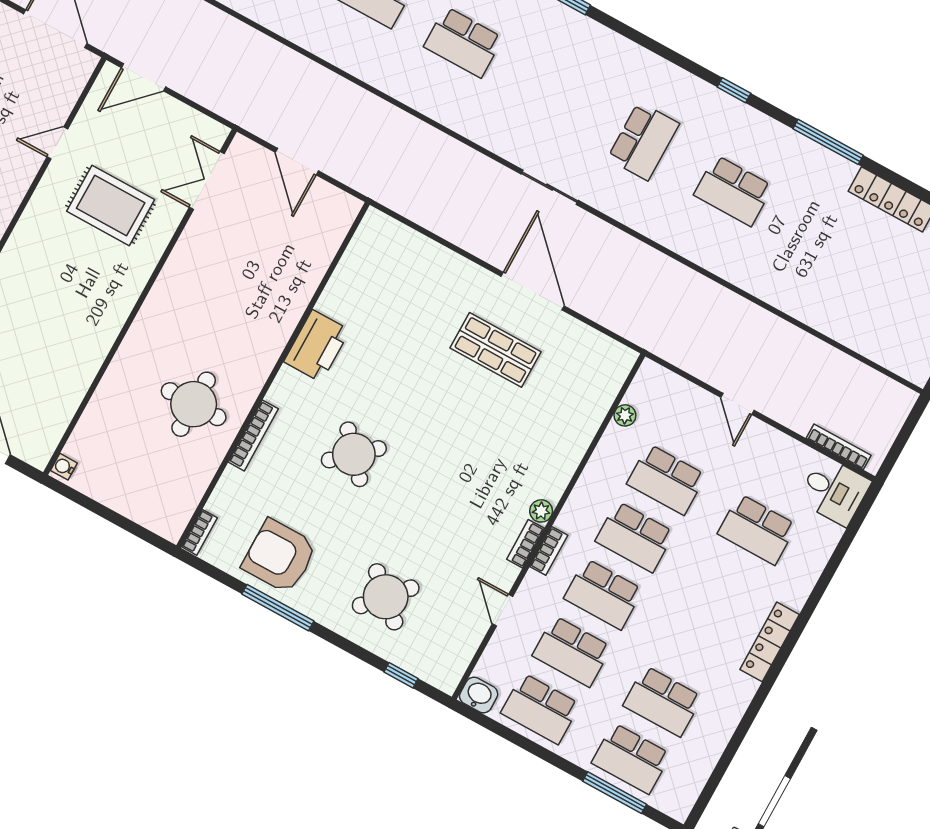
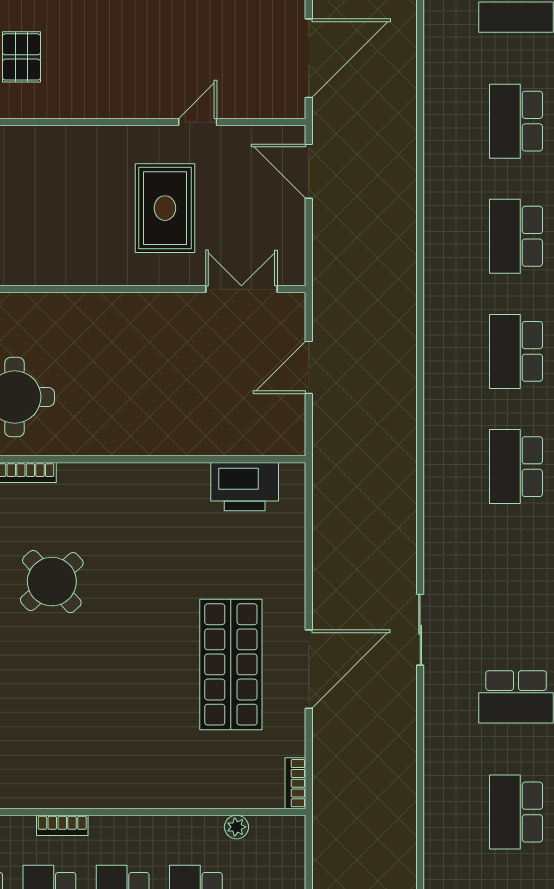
door: (57, 143) -> (198, 122), hinge flipped
printer: (317, 346) -> (245, 487), moved
shop shelf: (496, 350) -> (231, 664), width x1.43, depth x1.36
plant: (541, 511) -> (97, 796), removed
bookcase: (525, 544) -> (295, 783), moved, turned -90

